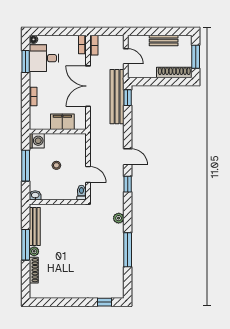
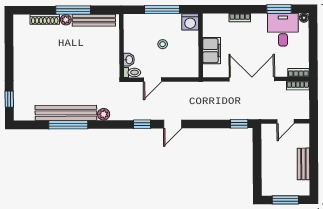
shoe rack: (174, 73) -> (268, 176), removed
bench: (117, 97) -> (66, 113), moved
washbasin: (35, 195) -> (129, 60), moved

